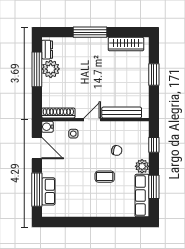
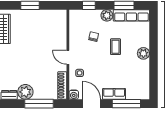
window: (37, 69) -> (39, 104), moved
bench: (122, 113) -> (62, 33), removed
door: (37, 148) -> (92, 104), hinge flipped
row of seats: (48, 191) -> (114, 94), moved
plant: (97, 210) -> (143, 53), added

